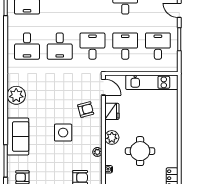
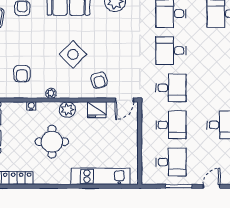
kitchen unit: (152, 82) -> (100, 176), moved, turned 90
side table: (63, 133) -> (73, 54), turned 45

